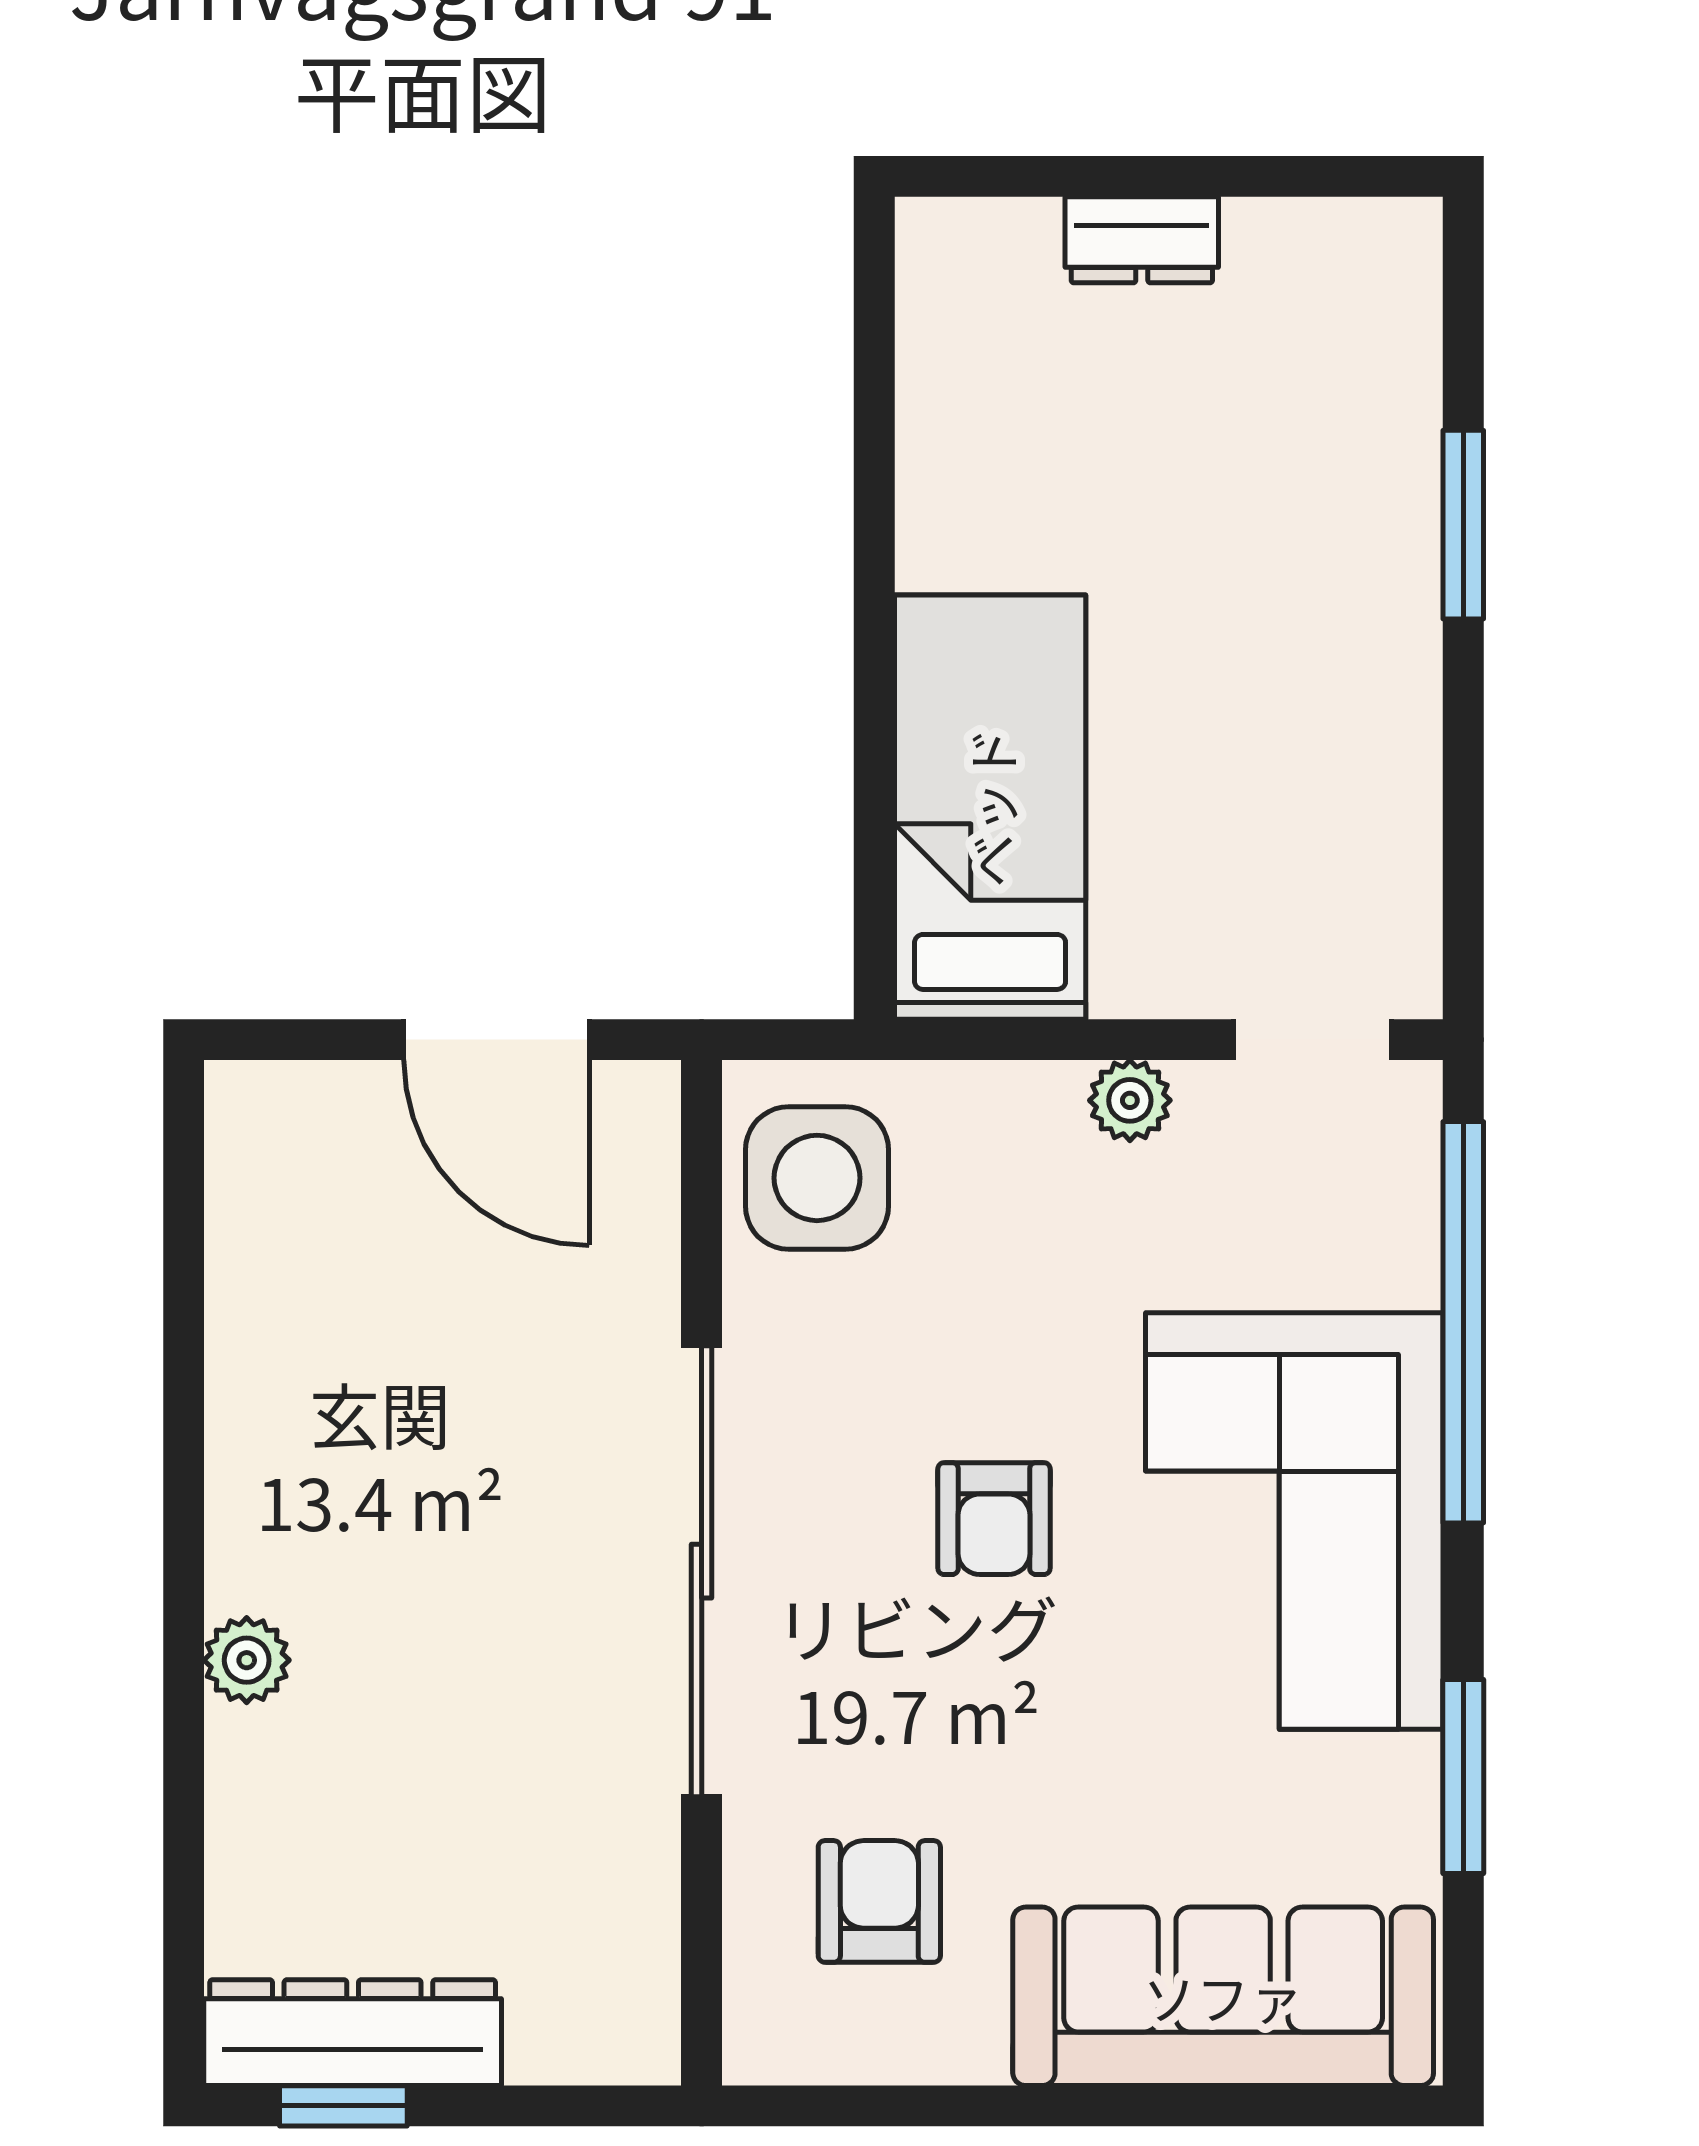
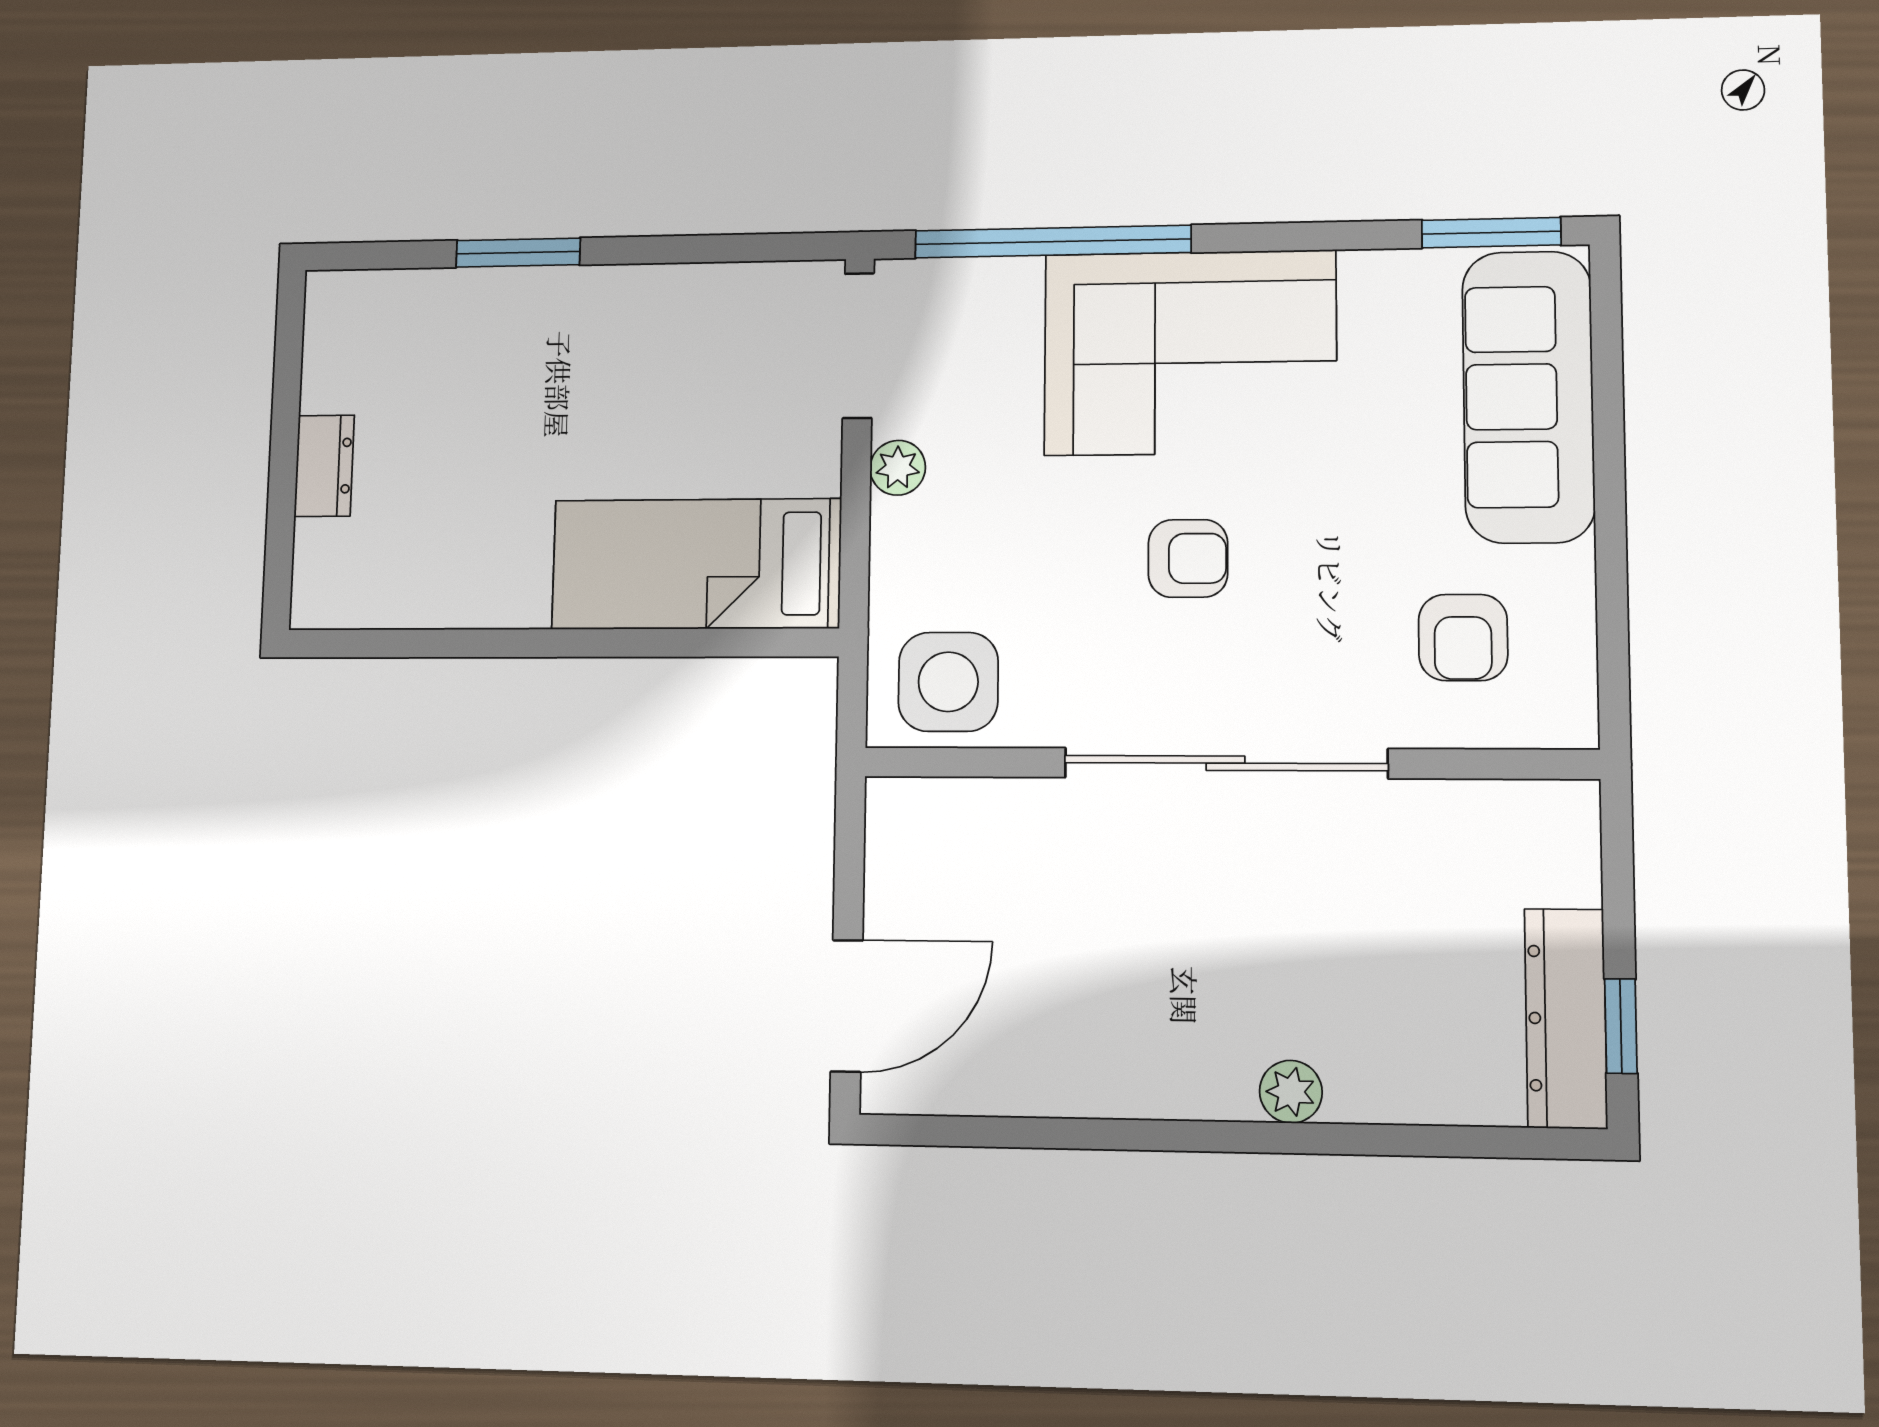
door: (496, 1040) -> (847, 1006), moved
doorway: (1313, 1040) -> (858, 346), width x1.38
window: (1463, 1777) -> (1491, 233), moved
armchair: (879, 1901) -> (1463, 638), turned -90

